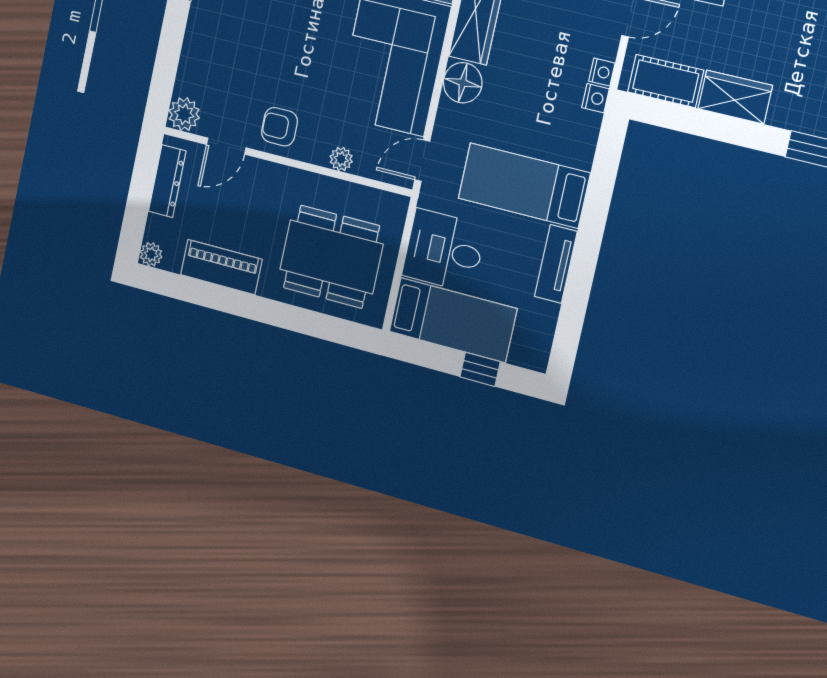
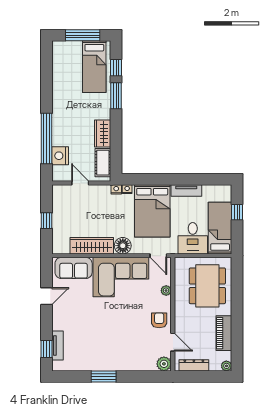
nightstand: (602, 72) -> (127, 189), moved
armchair: (279, 127) -> (159, 320), turned 180
bed: (524, 186) -> (152, 211), width x1.50

